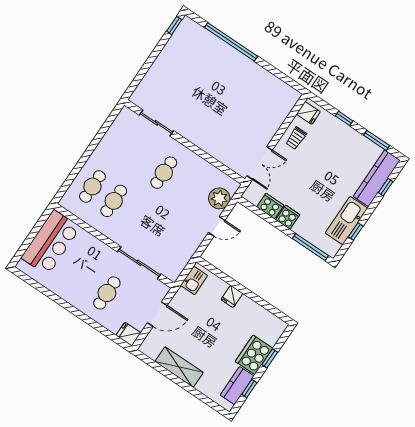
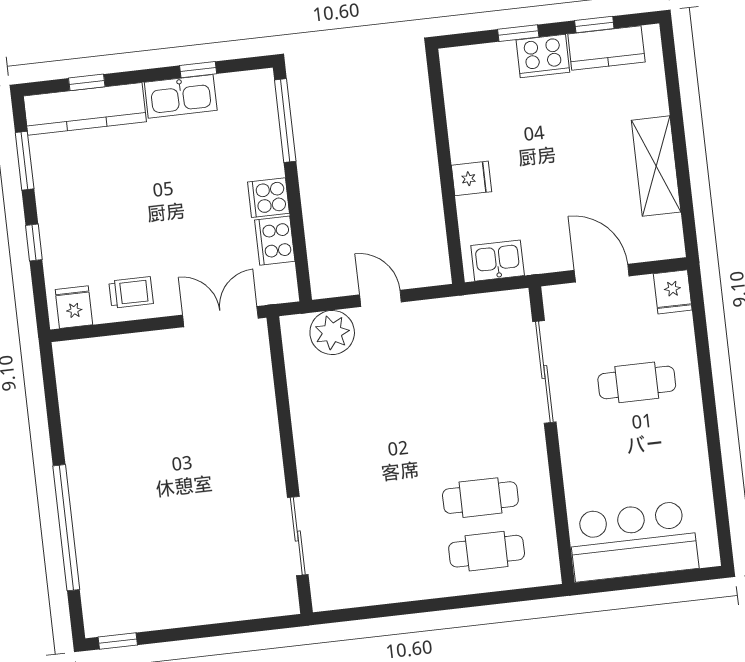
cafe table: (164, 173) -> (367, 456), removed
kitchen sink: (346, 221) -> (181, 96), width x0.73, depth x0.81
cooker: (254, 355) -> (543, 56), width x0.73, depth x0.76

